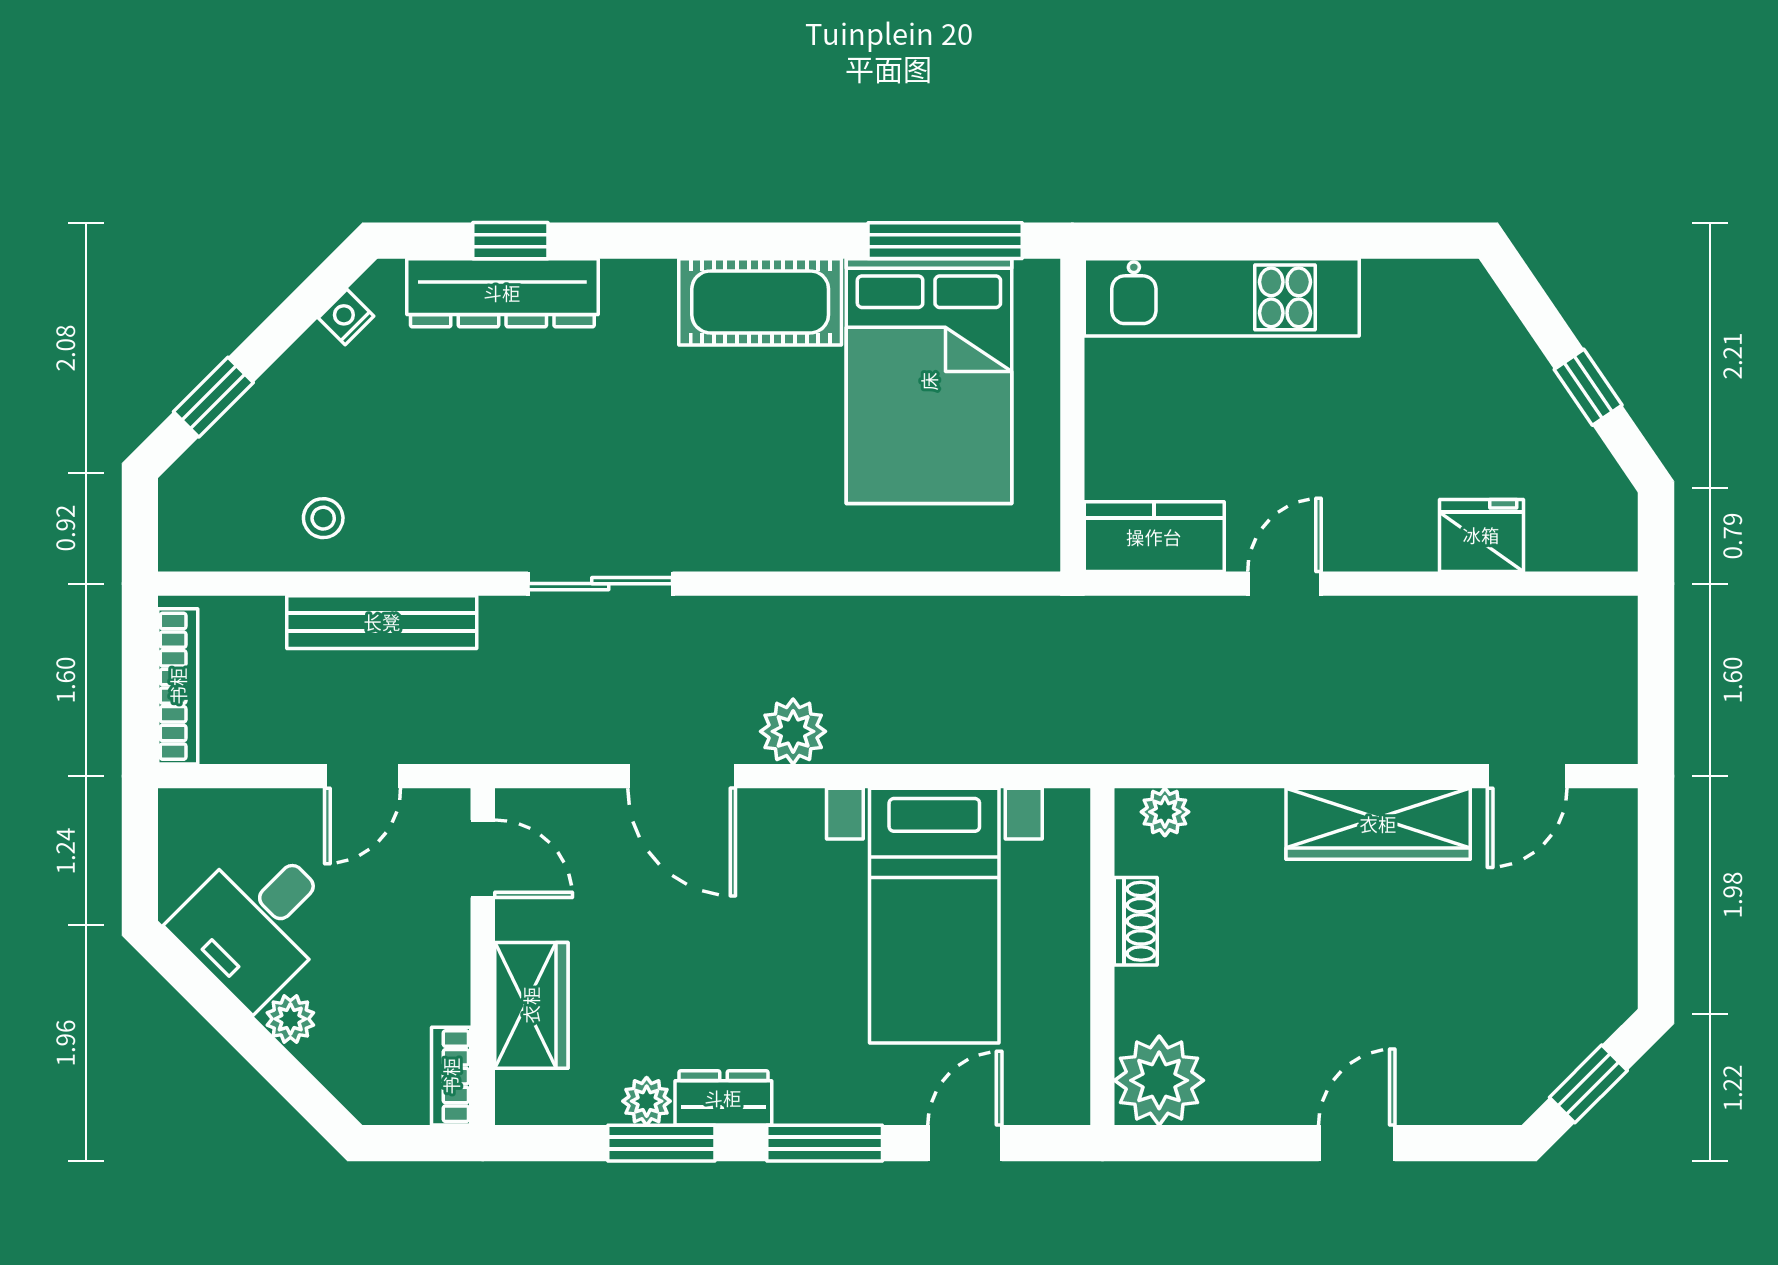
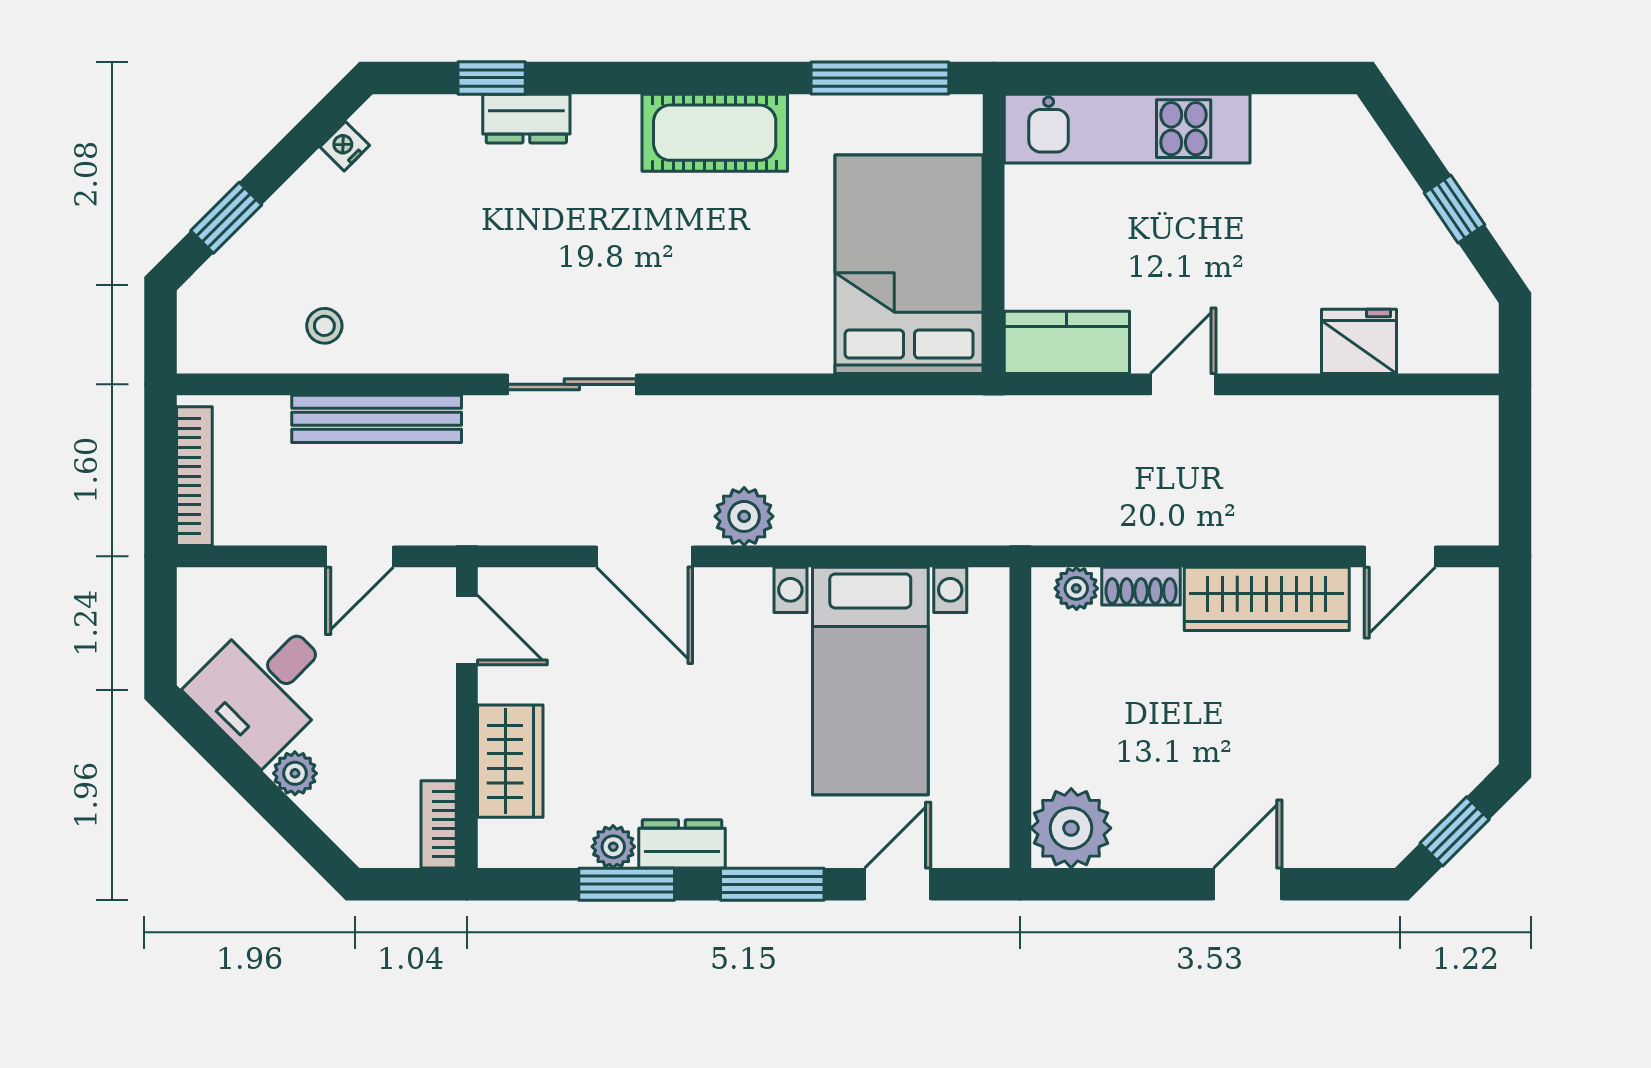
dresser: (502, 293) -> (526, 119), width x0.51, depth x0.80
bed: (929, 381) -> (909, 264), moved, turned 180
shoe rack: (1136, 921) -> (1141, 586), moved, turned 90

